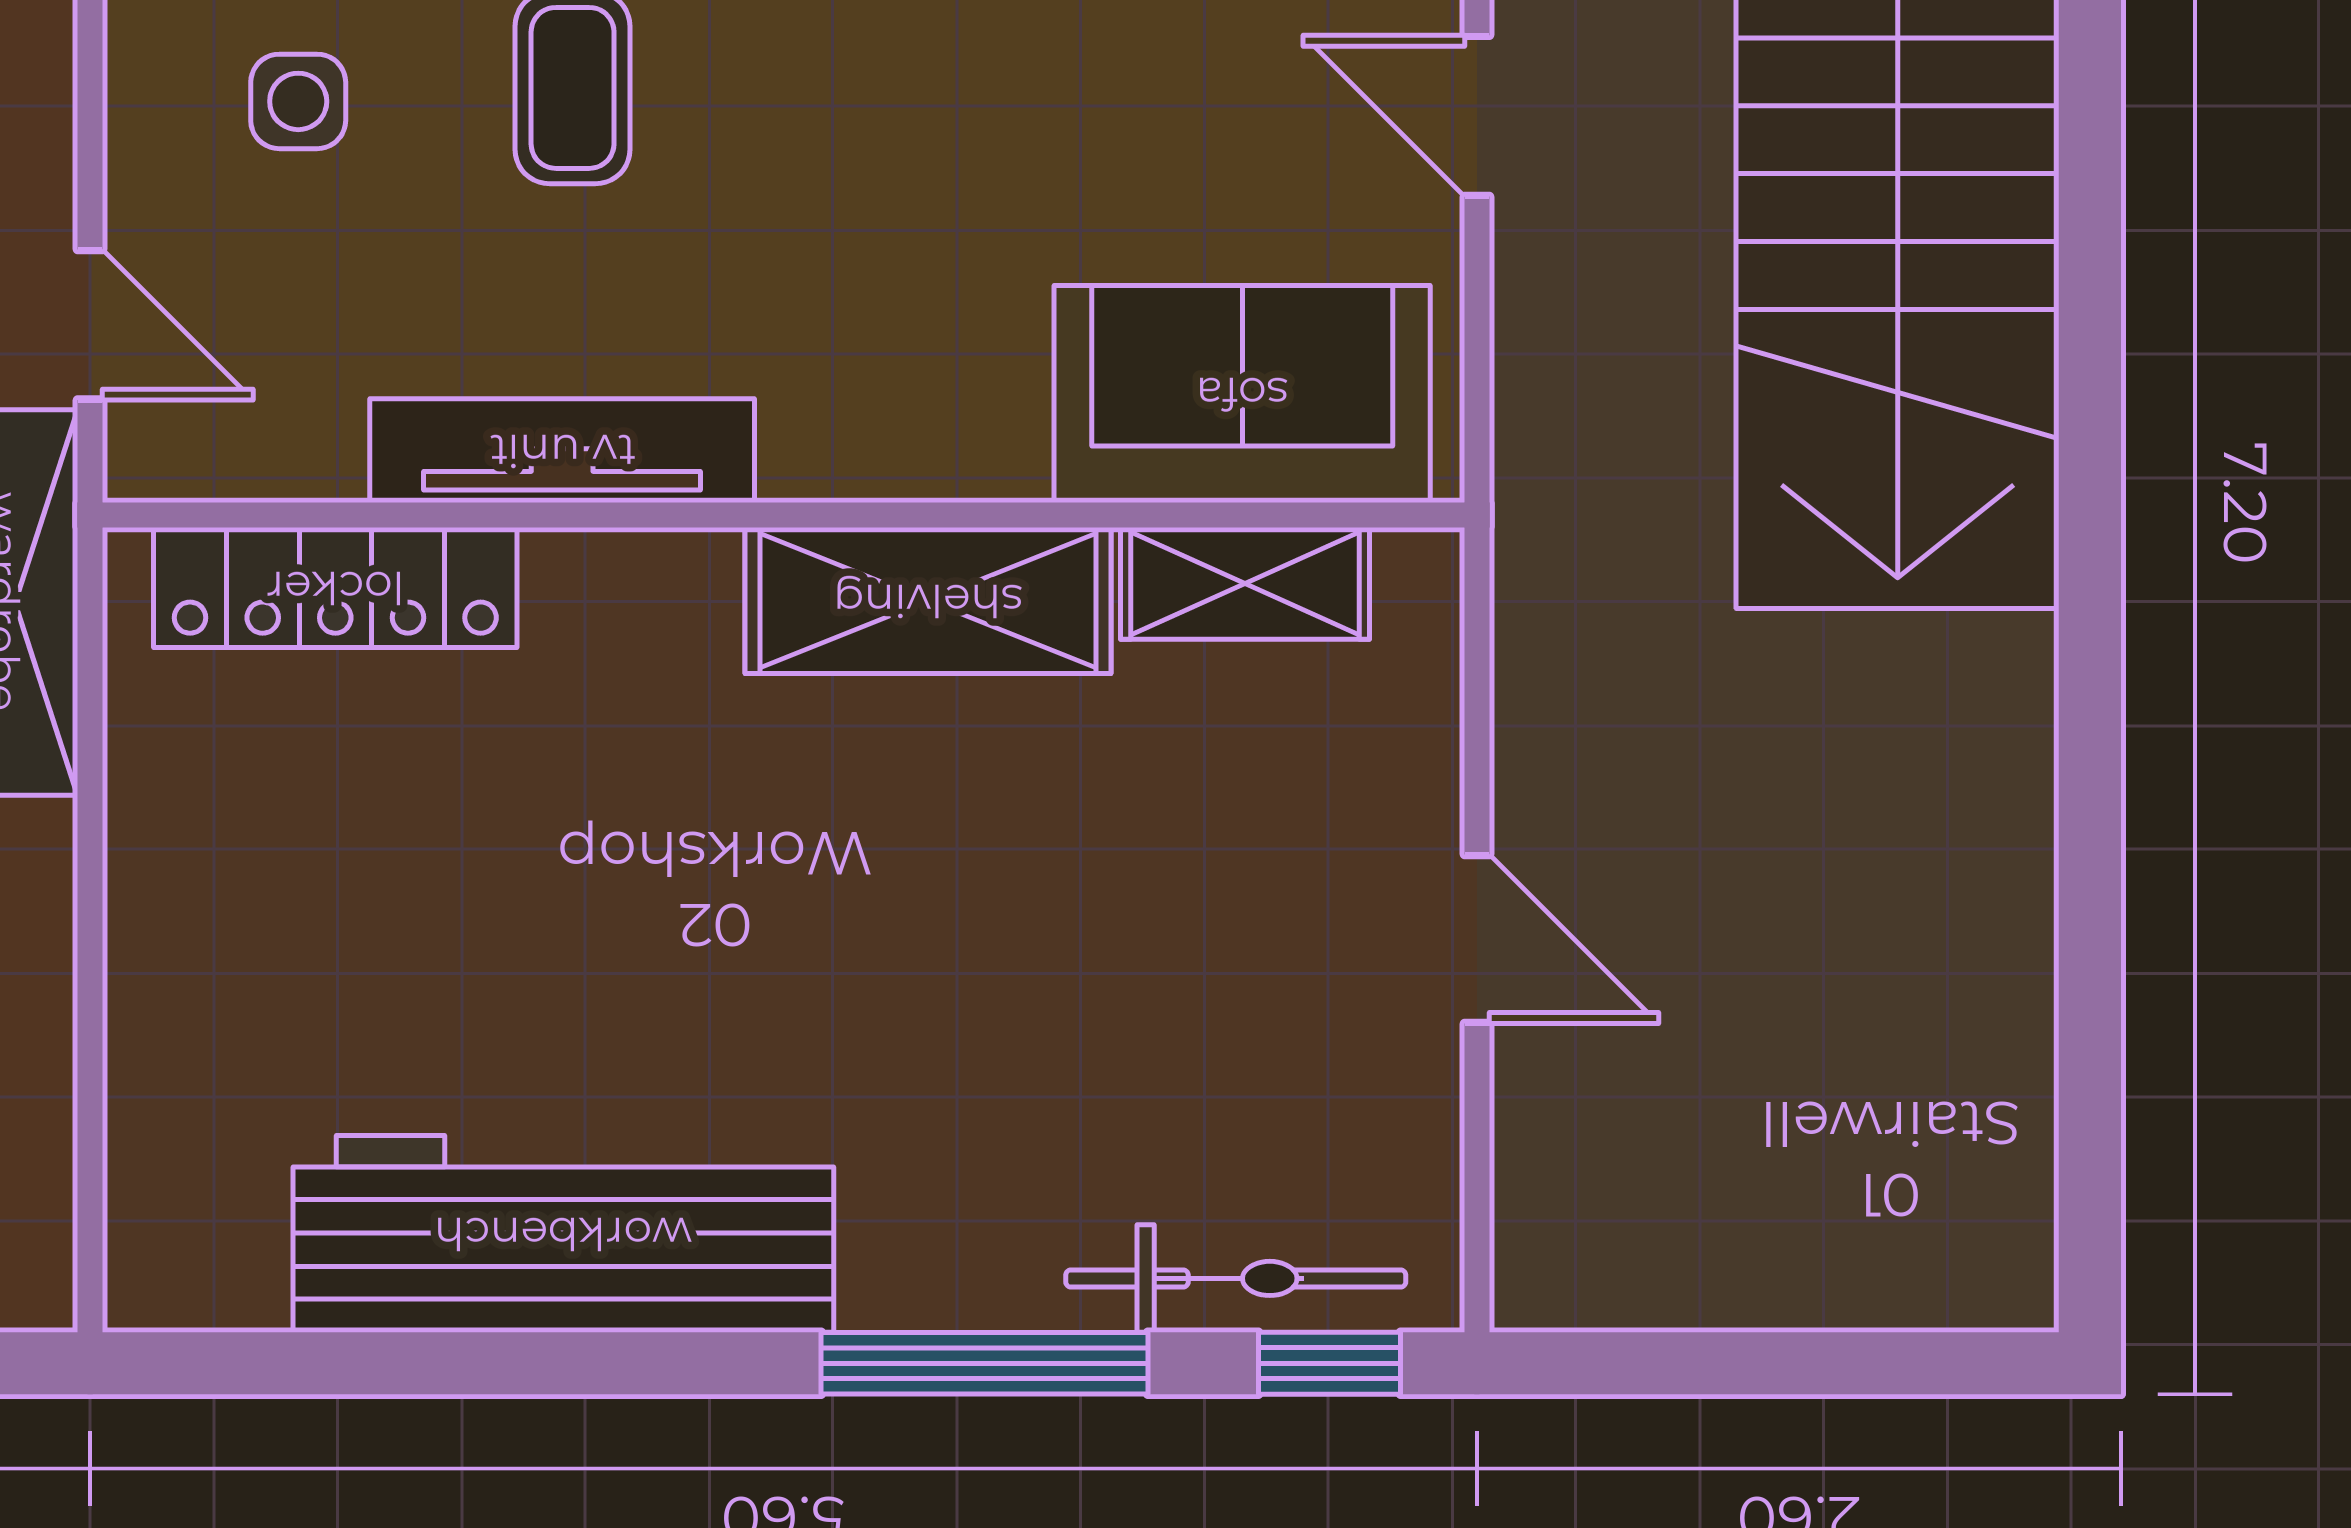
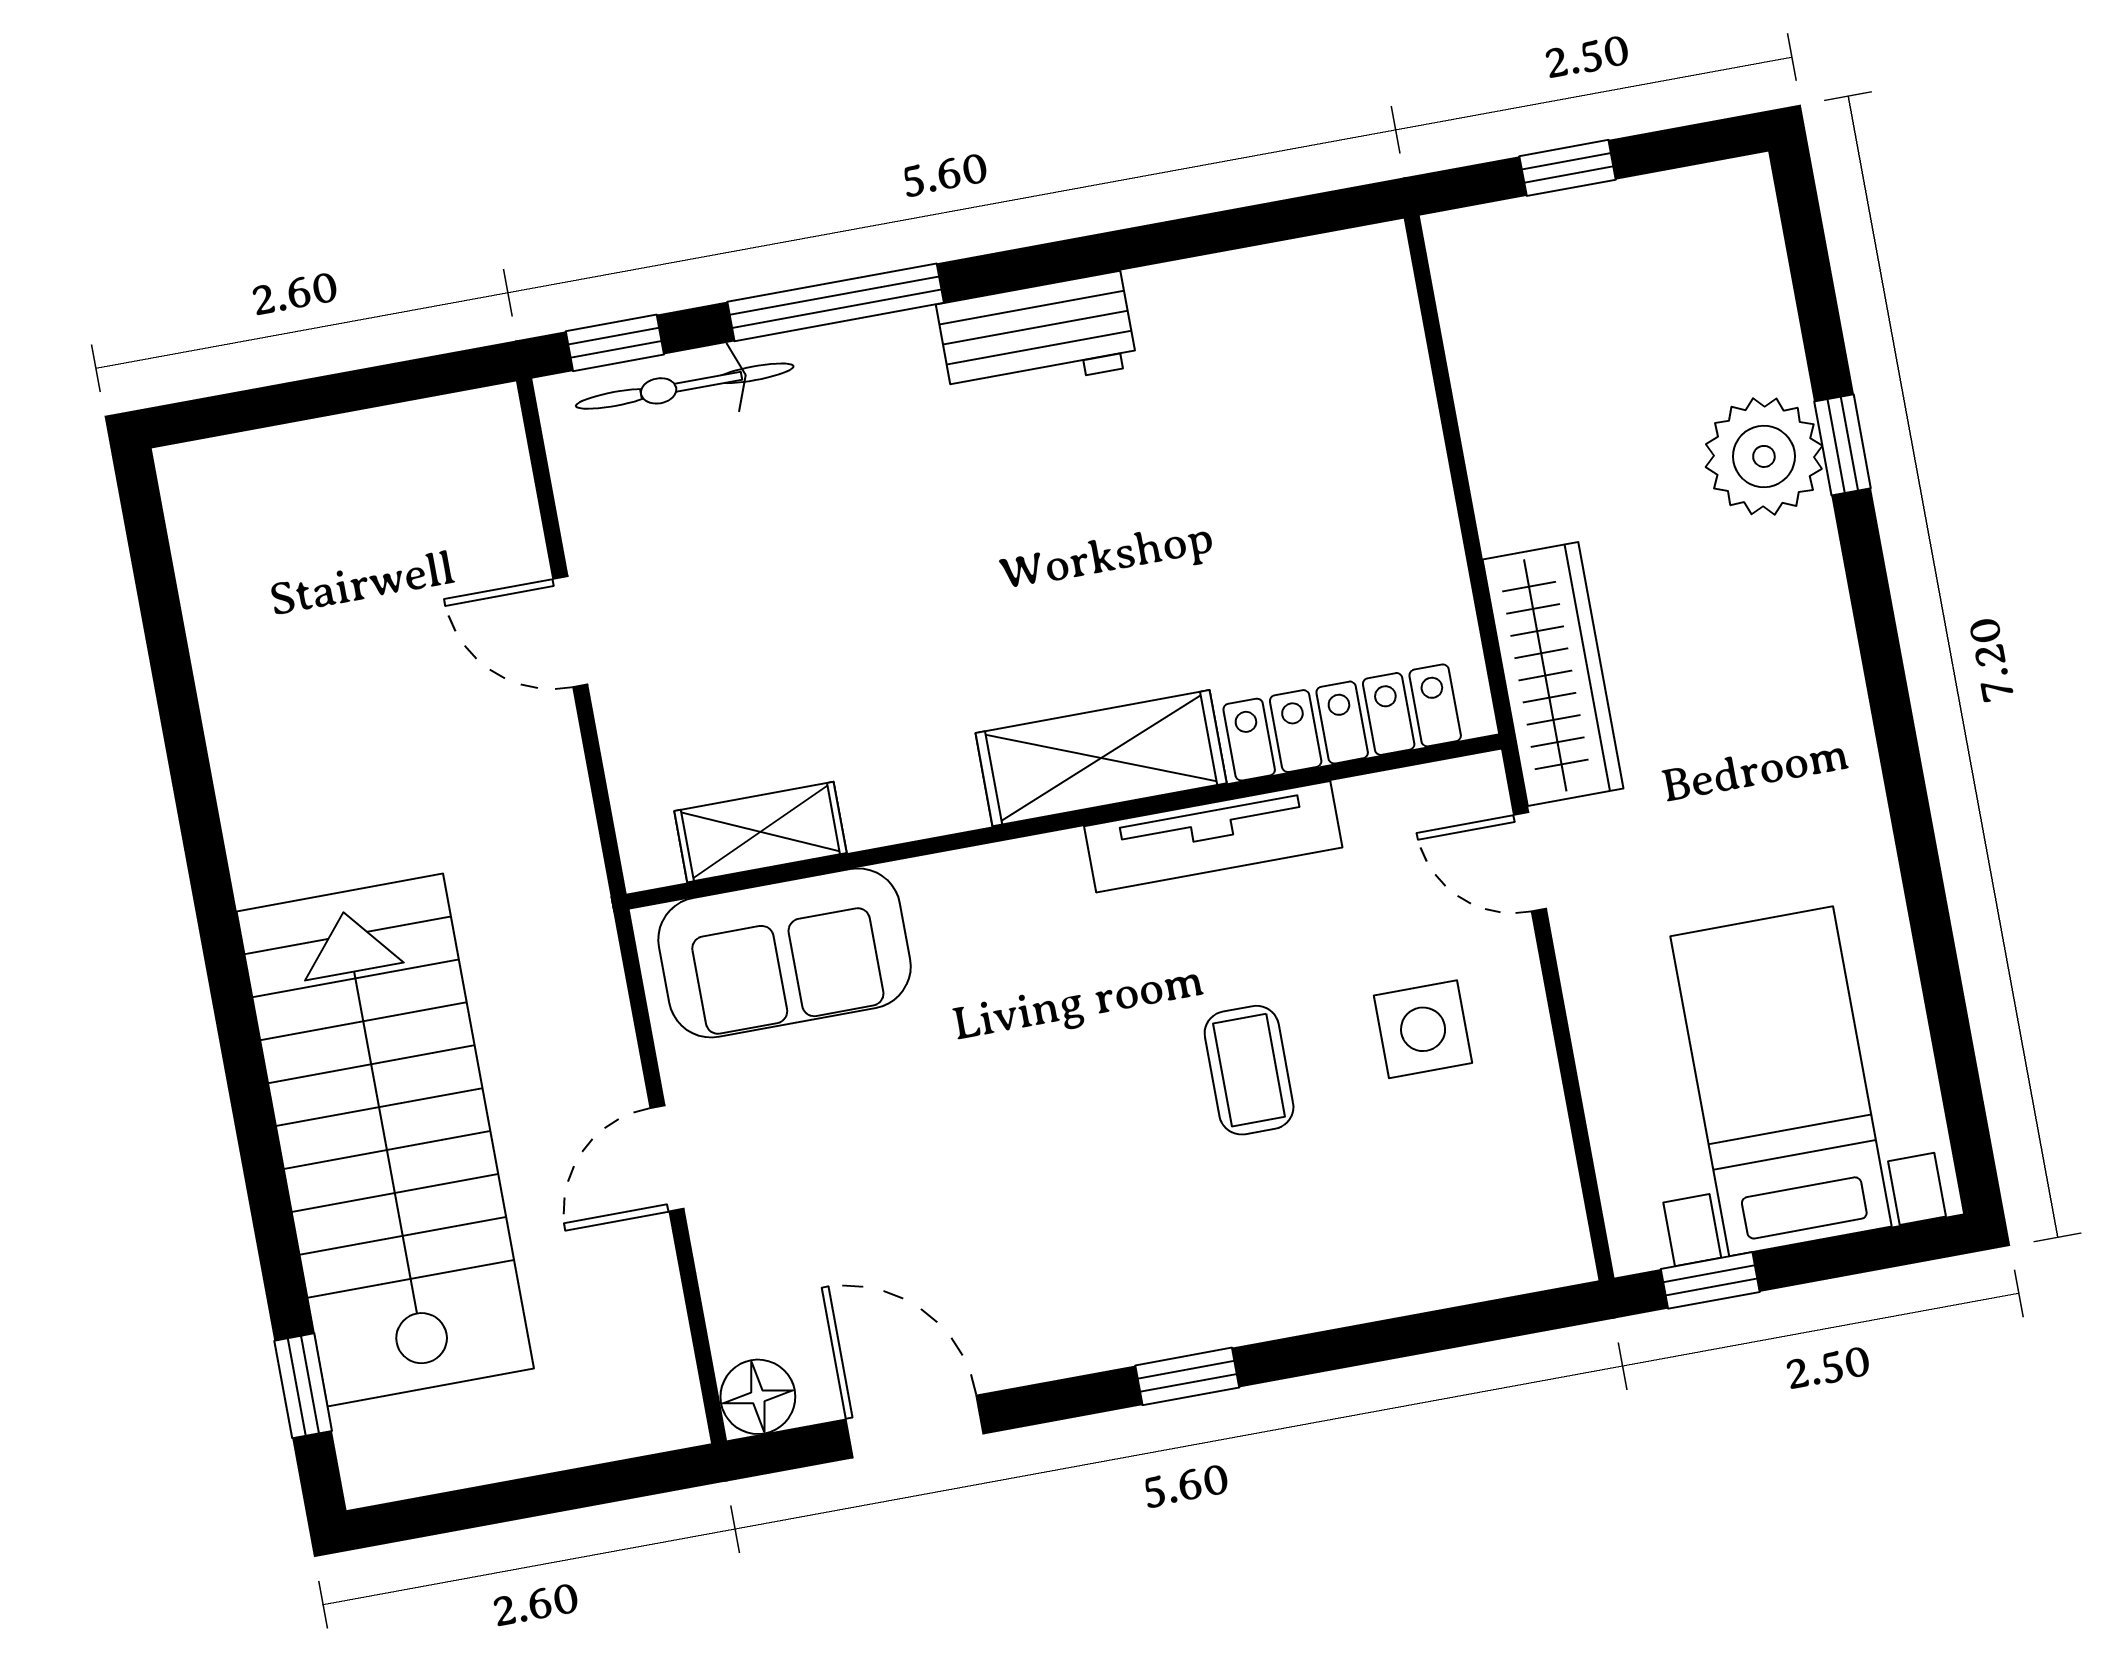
side table: (298, 101) -> (1423, 1029), width x1.37, depth x1.37
door: (1477, 116) -> (667, 1158), swing flipped
shelving: (928, 601) -> (1101, 758), moved
workbench: (563, 1234) -> (1037, 335), width x0.53, depth x0.76

